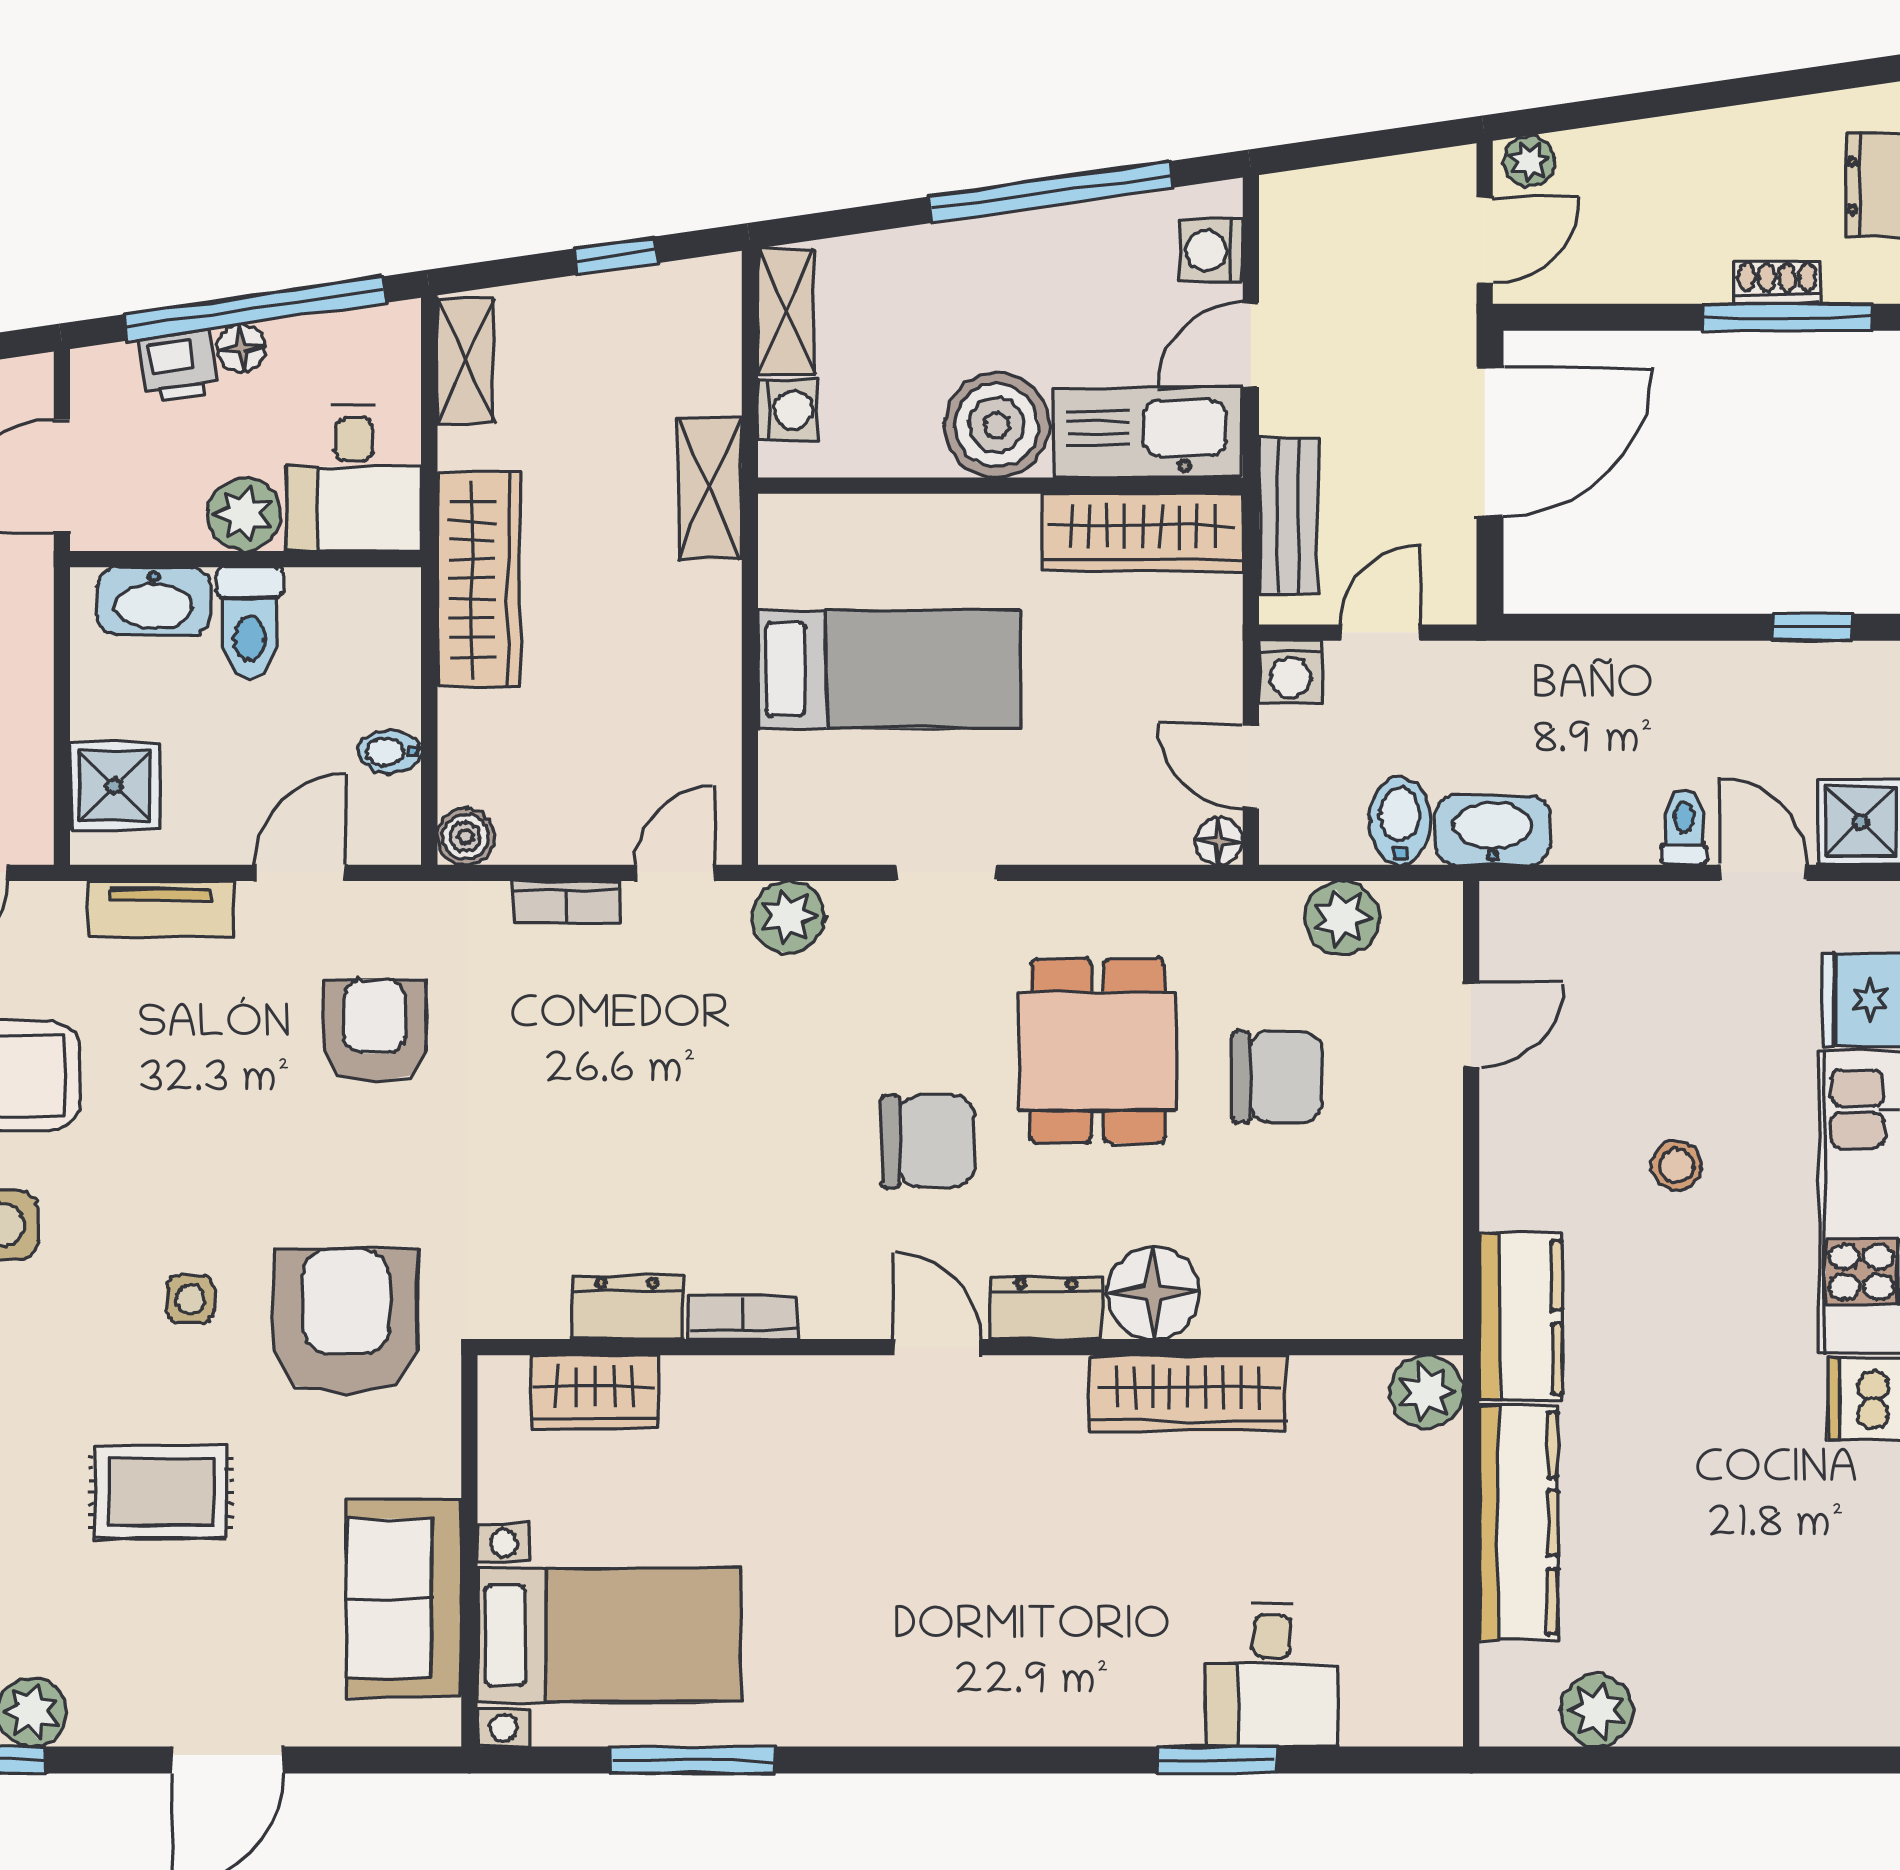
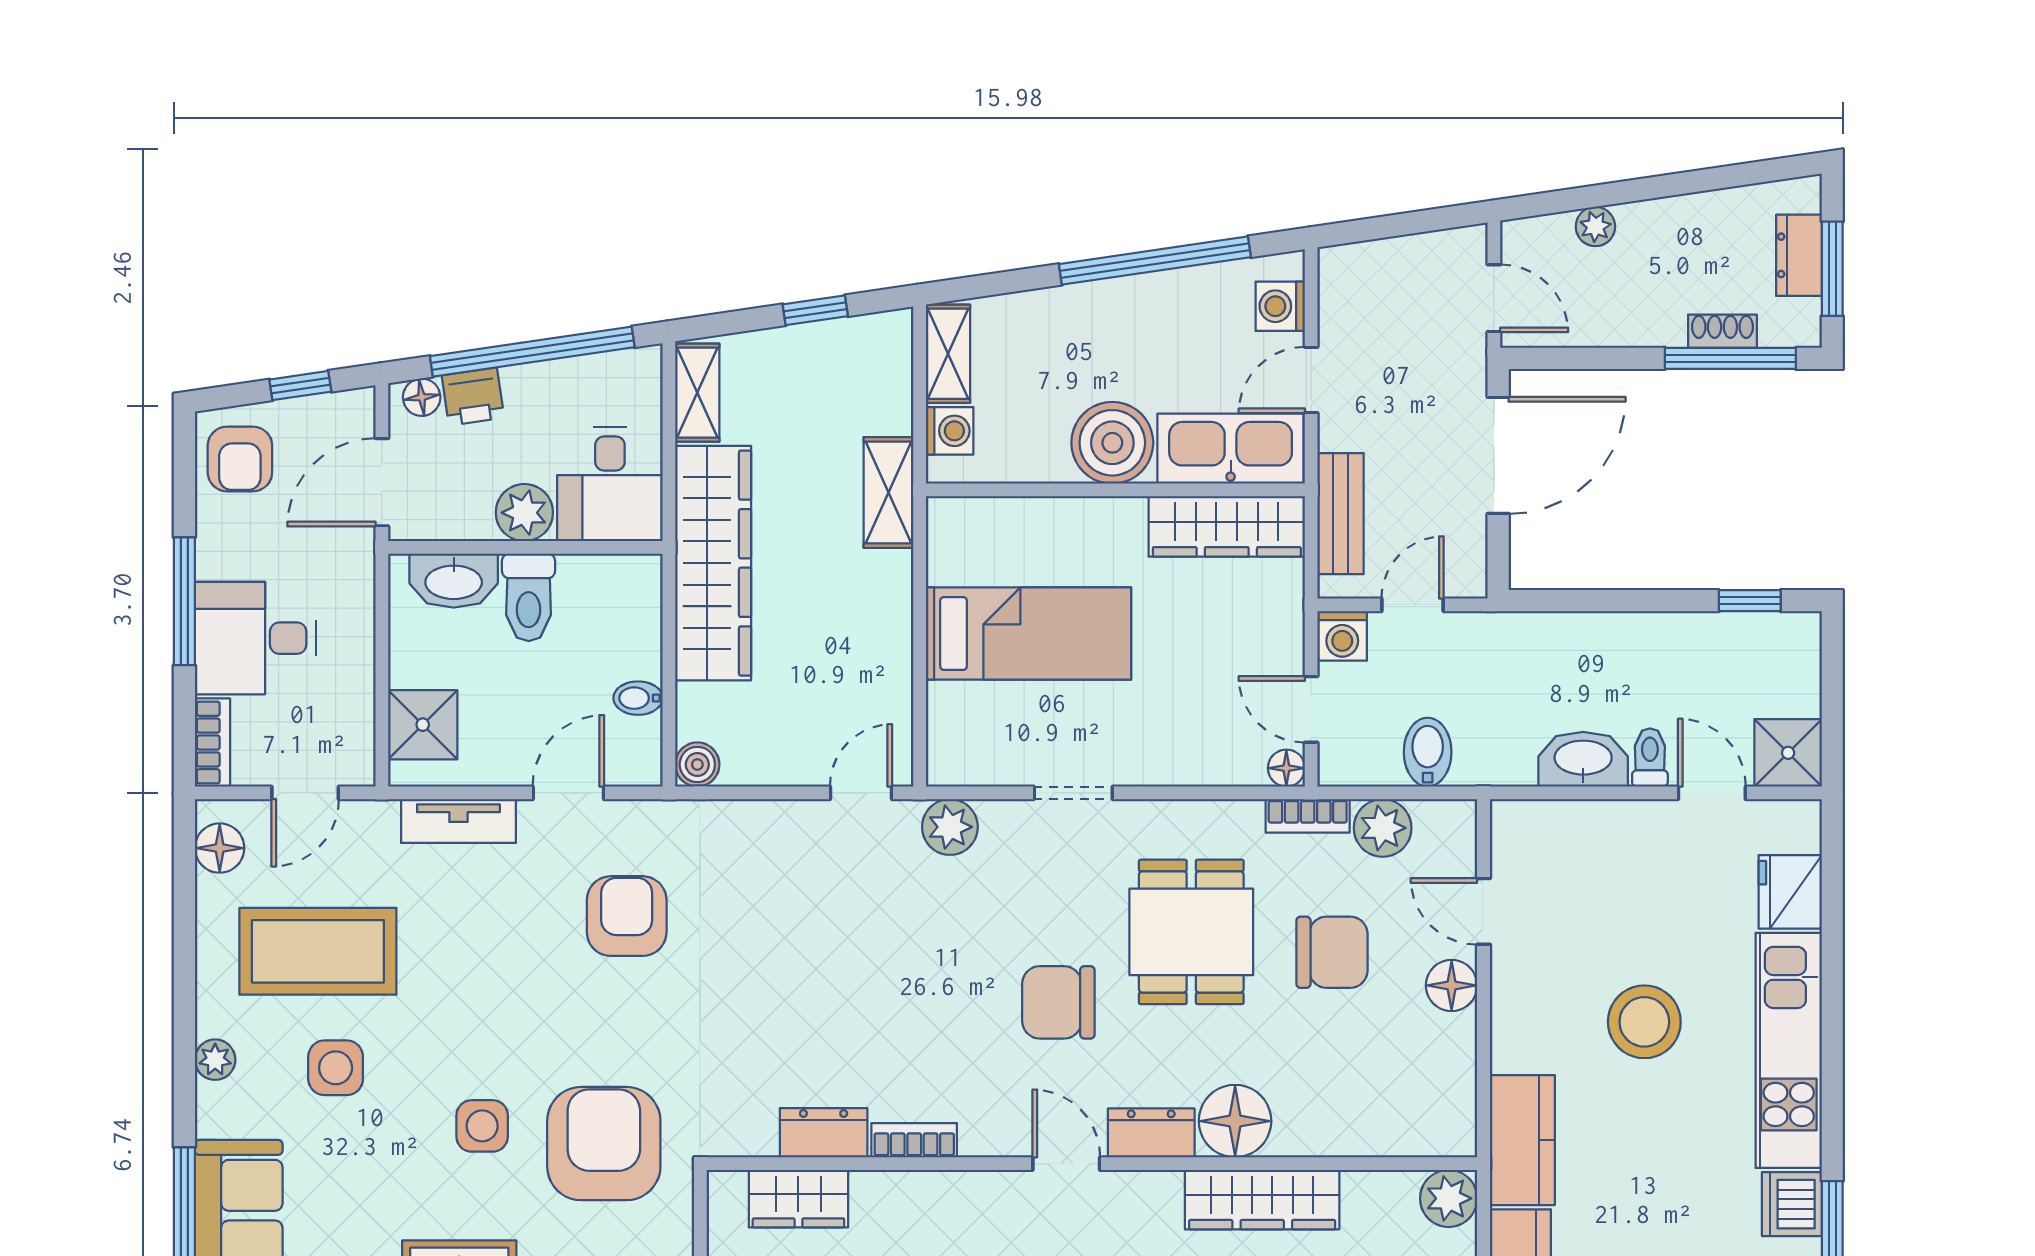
plant: (1529, 161) -> (1595, 227), moved
door: (1485, 240) -> (1494, 298), hinge flipped
floor lamp: (242, 348) -> (422, 397), moved
wardrobe: (479, 579) -> (713, 563), width x1.40, depth x1.17
washbasin: (1493, 830) -> (1583, 759), moved
bookcase: (566, 902) -> (1308, 816), moved
door: (1471, 1025) -> (1483, 911), swing flipped
floor lamp: (1430, 1119) -> (1452, 985), added
chair: (927, 1141) -> (1058, 1002), turned 180
stool: (1677, 1166) -> (1644, 1022), width x1.89, depth x1.89
side table: (190, 1299) -> (482, 1126), width x1.37, depth x1.37

